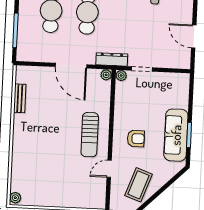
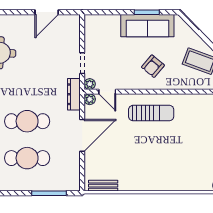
bench: (20, 98) -> (103, 186), moved
armchair: (136, 139) -> (153, 66), turned -140
door: (109, 169) -> (107, 92), moved

